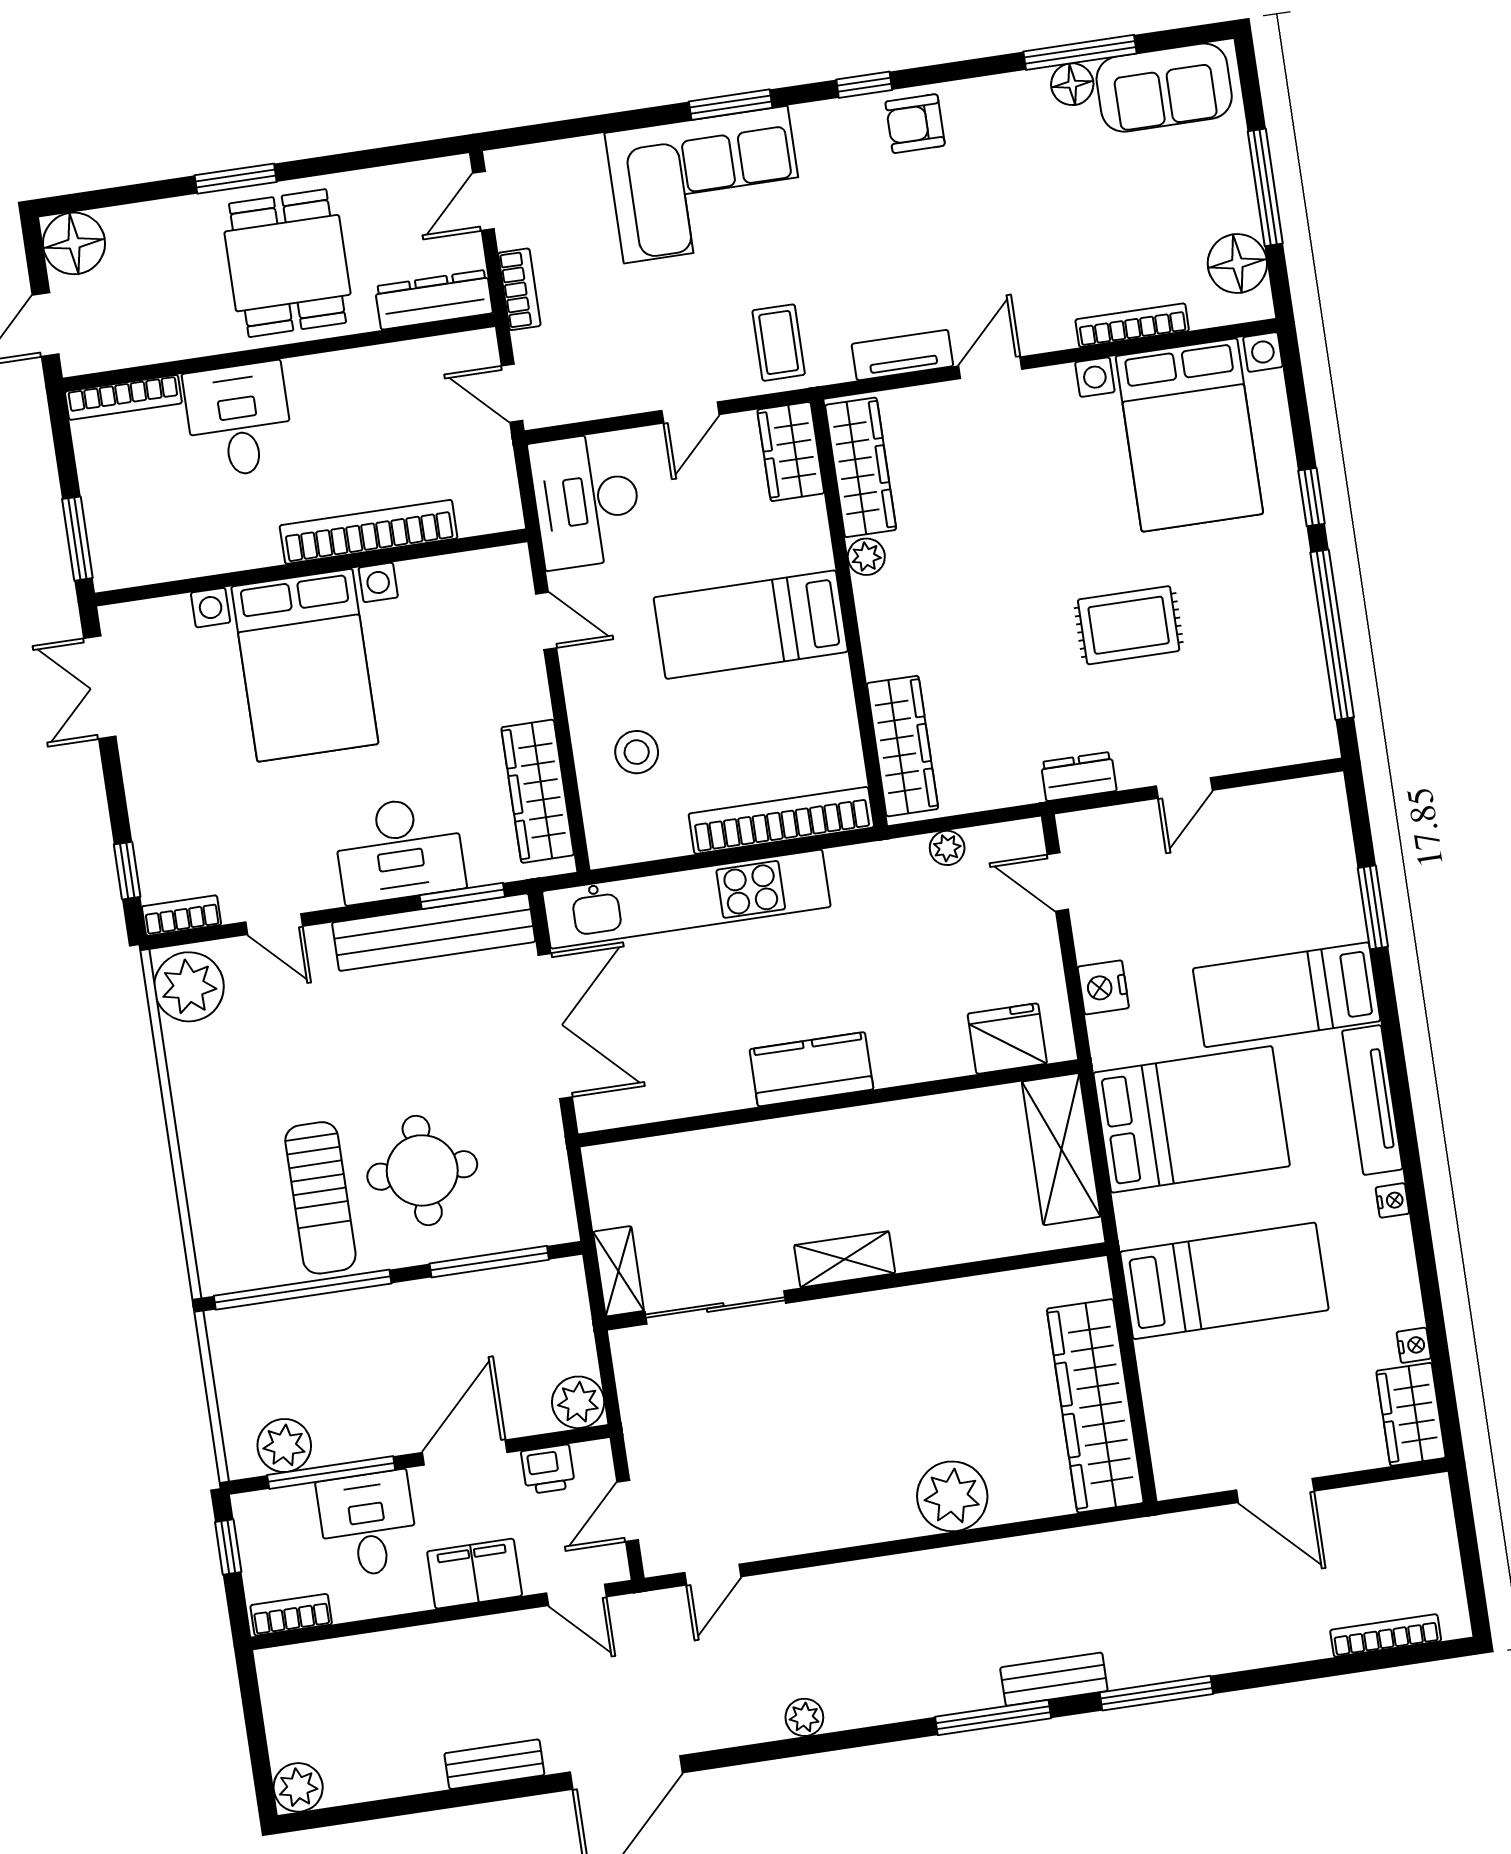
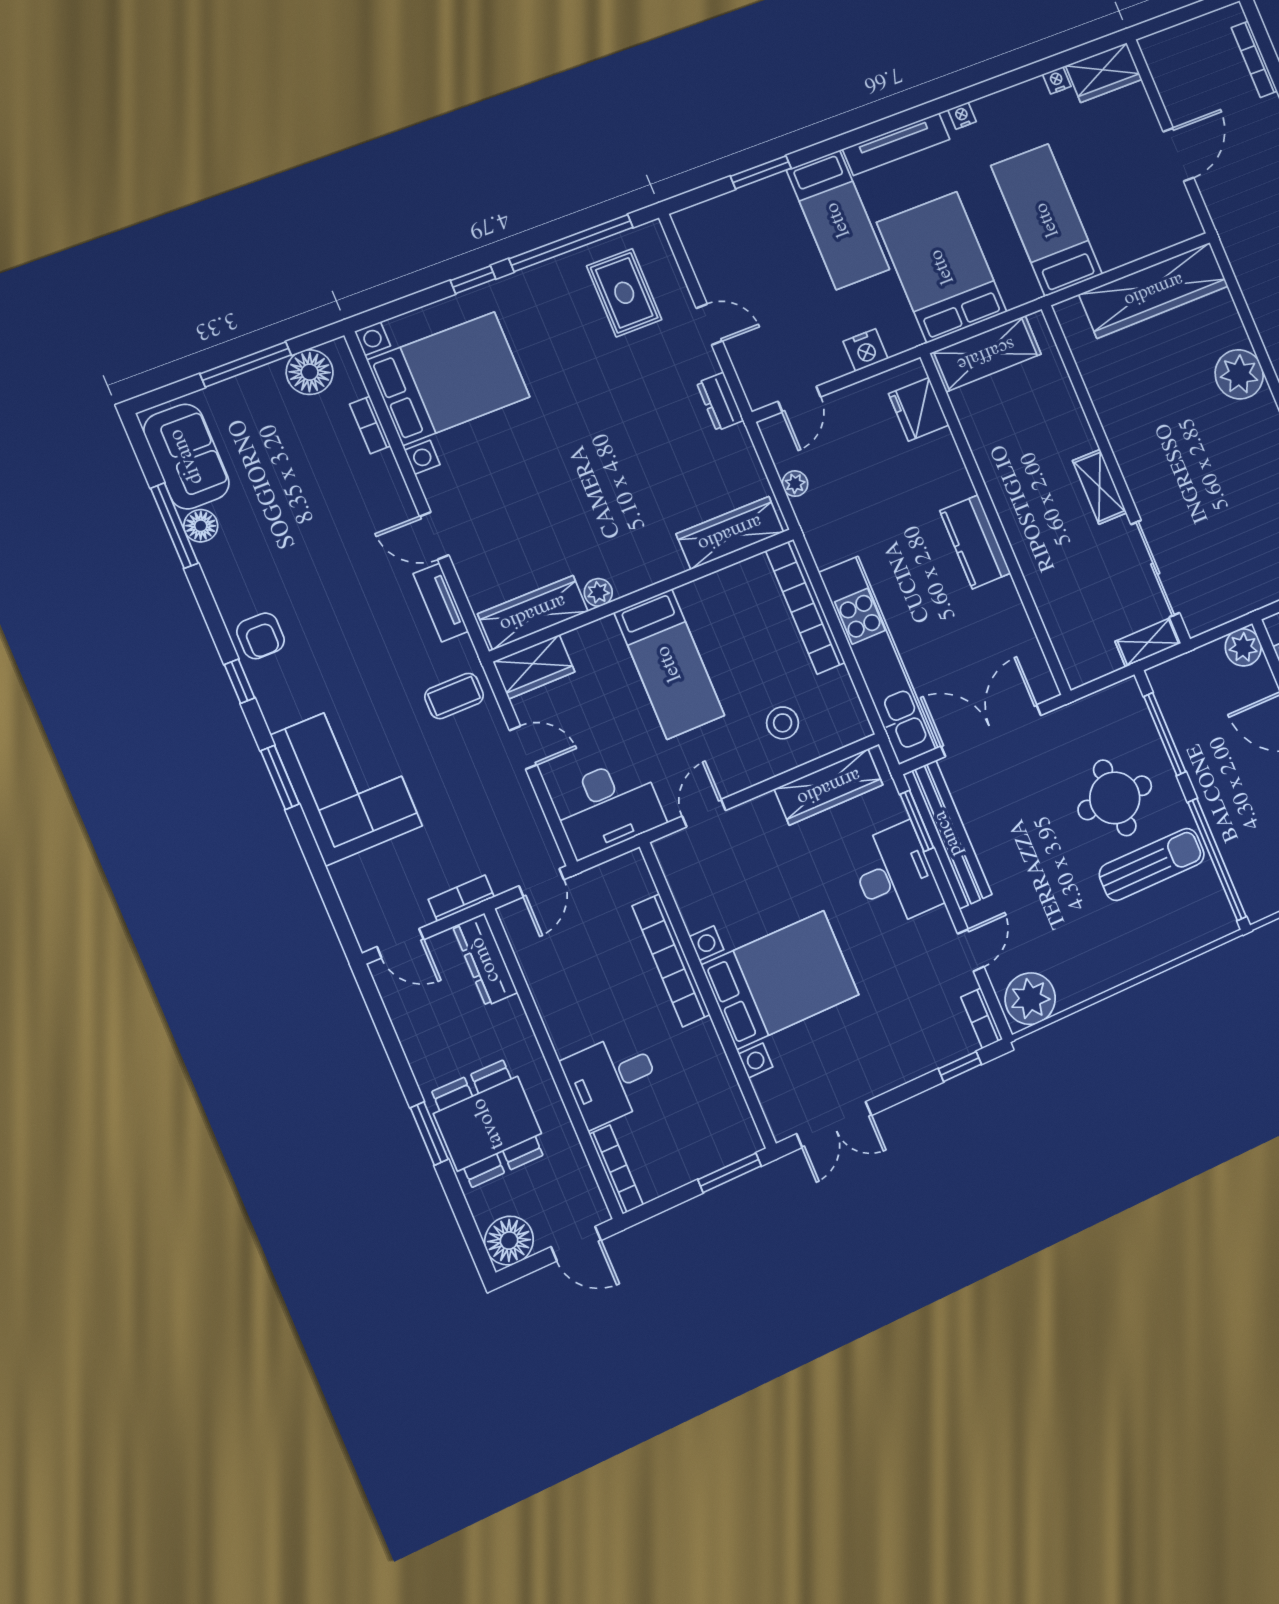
dining table: (287, 263) -> (488, 1124), moved, turned 90
bookcase: (1132, 325) -> (370, 425), width x0.64
rug: (1129, 625) -> (624, 293), moved

